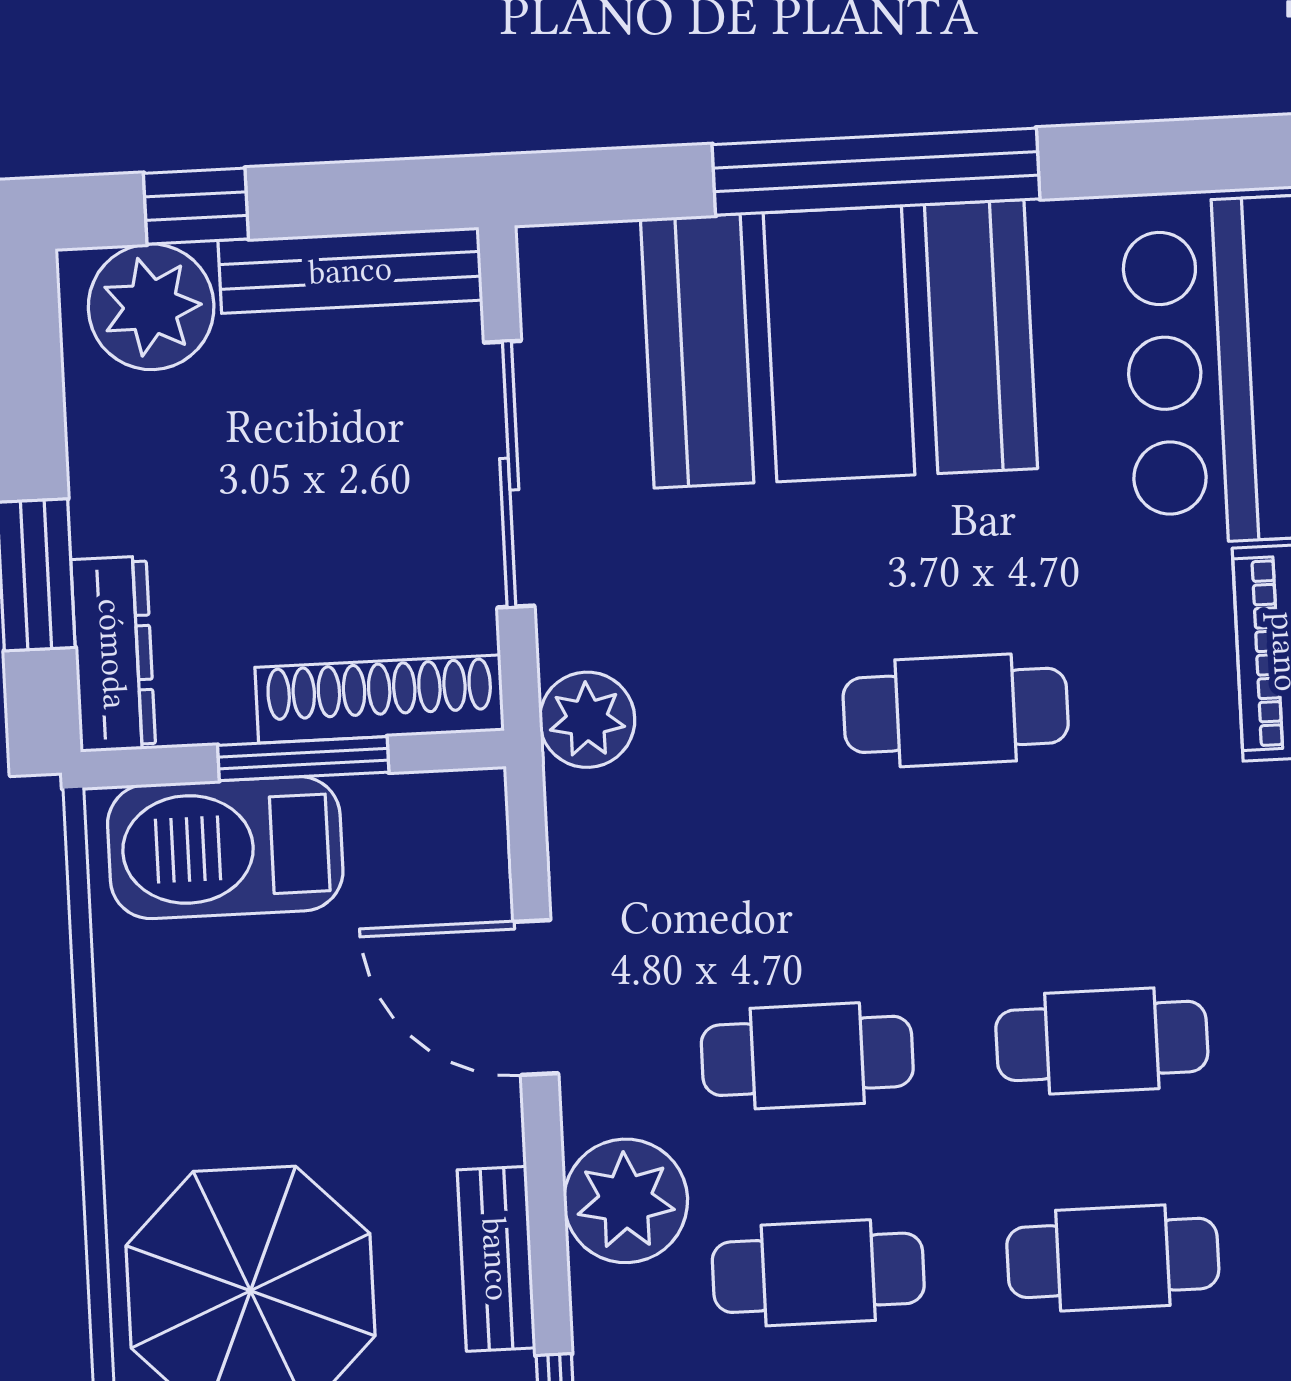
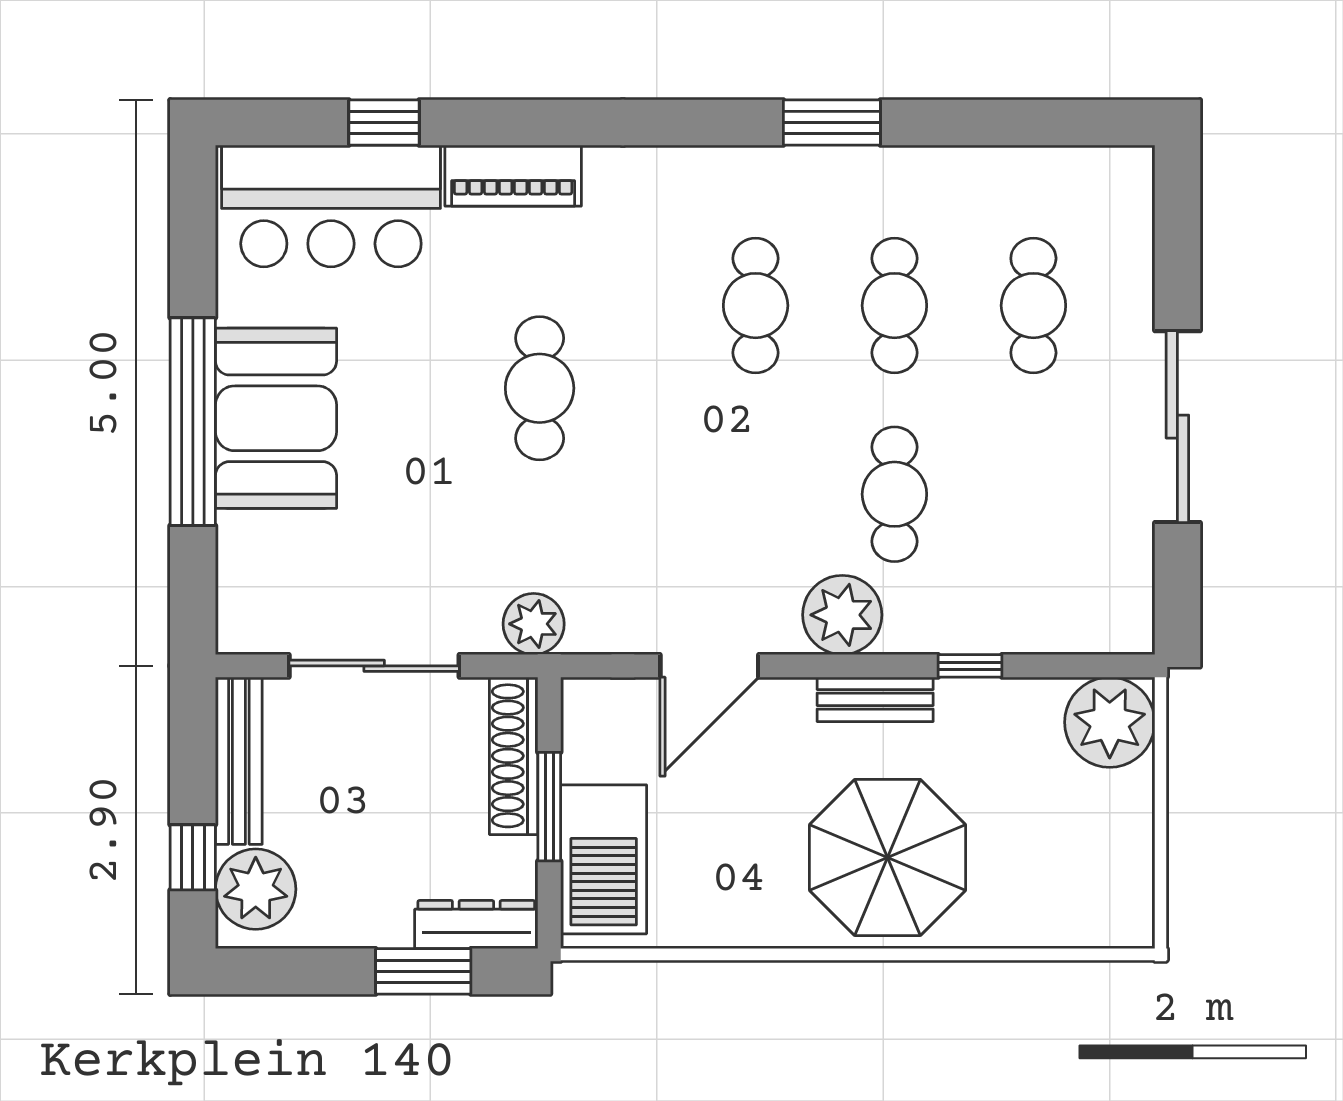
booth: (839, 344) -> (276, 418), width x0.73, depth x0.70
cafe table: (807, 1056) -> (756, 494), removed

